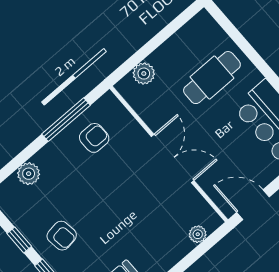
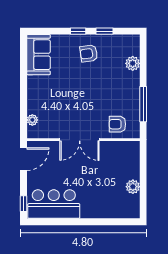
plant: (144, 74) -> (133, 187), moved
cafe table: (212, 78) -> (102, 193), removed
armchair: (94, 138) -> (117, 124), moved, turned 90

